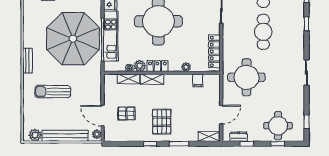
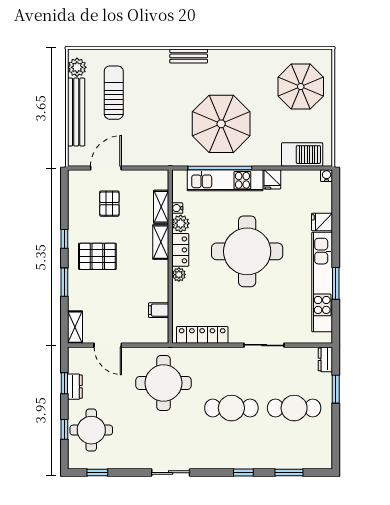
parasol: (73, 39) -> (221, 124), width x0.73, depth x0.73
plant: (186, 67) -> (179, 275), moved
sun lounger: (53, 92) -> (114, 93), moved
plant: (97, 134) -> (78, 159), removed
dresser: (239, 137) -> (75, 387), moved

